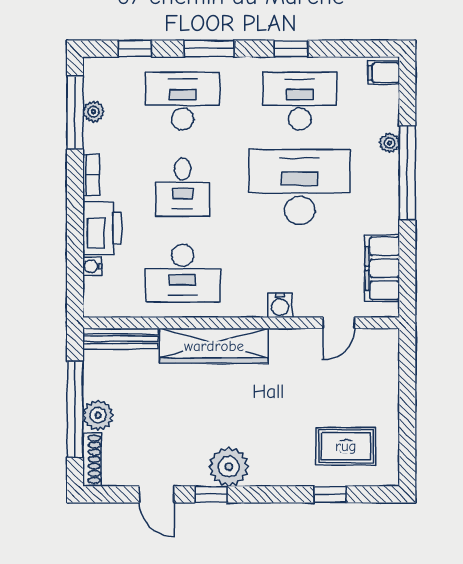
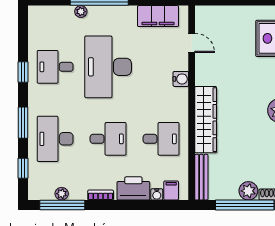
filing cabinet: (384, 73) -> (171, 191), moved, turned 180
desk: (300, 101) -> (55, 67), width x0.73
desk: (183, 273) -> (161, 139), width x0.73

